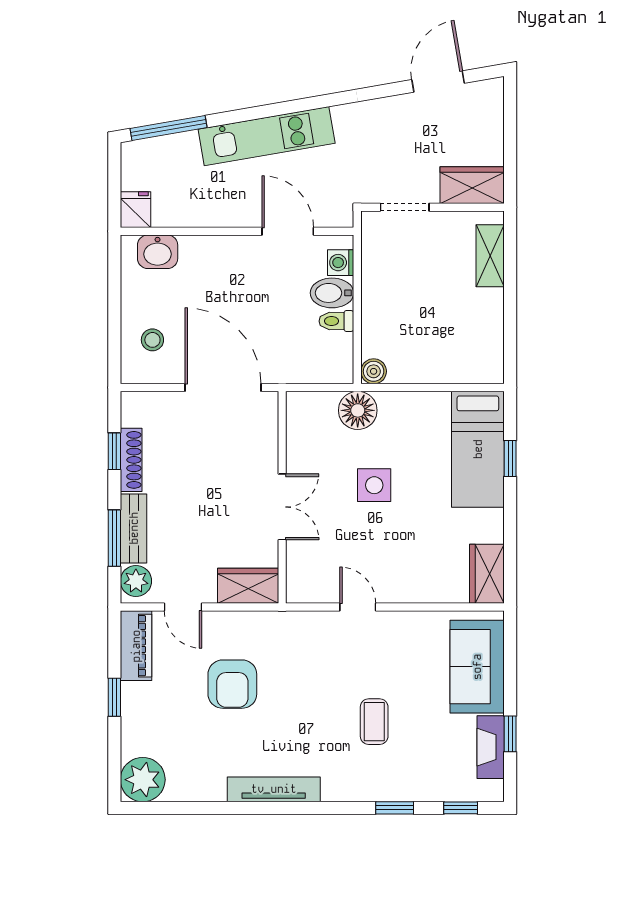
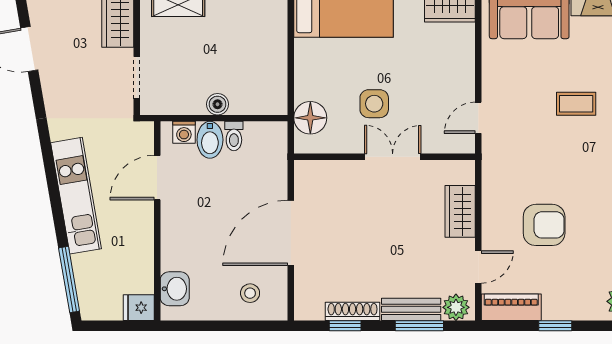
boiler: (374, 371) -> (218, 104), moved
wall: (282, 497) -> (385, 157), moved
double door: (282, 507) -> (393, 157), moved

